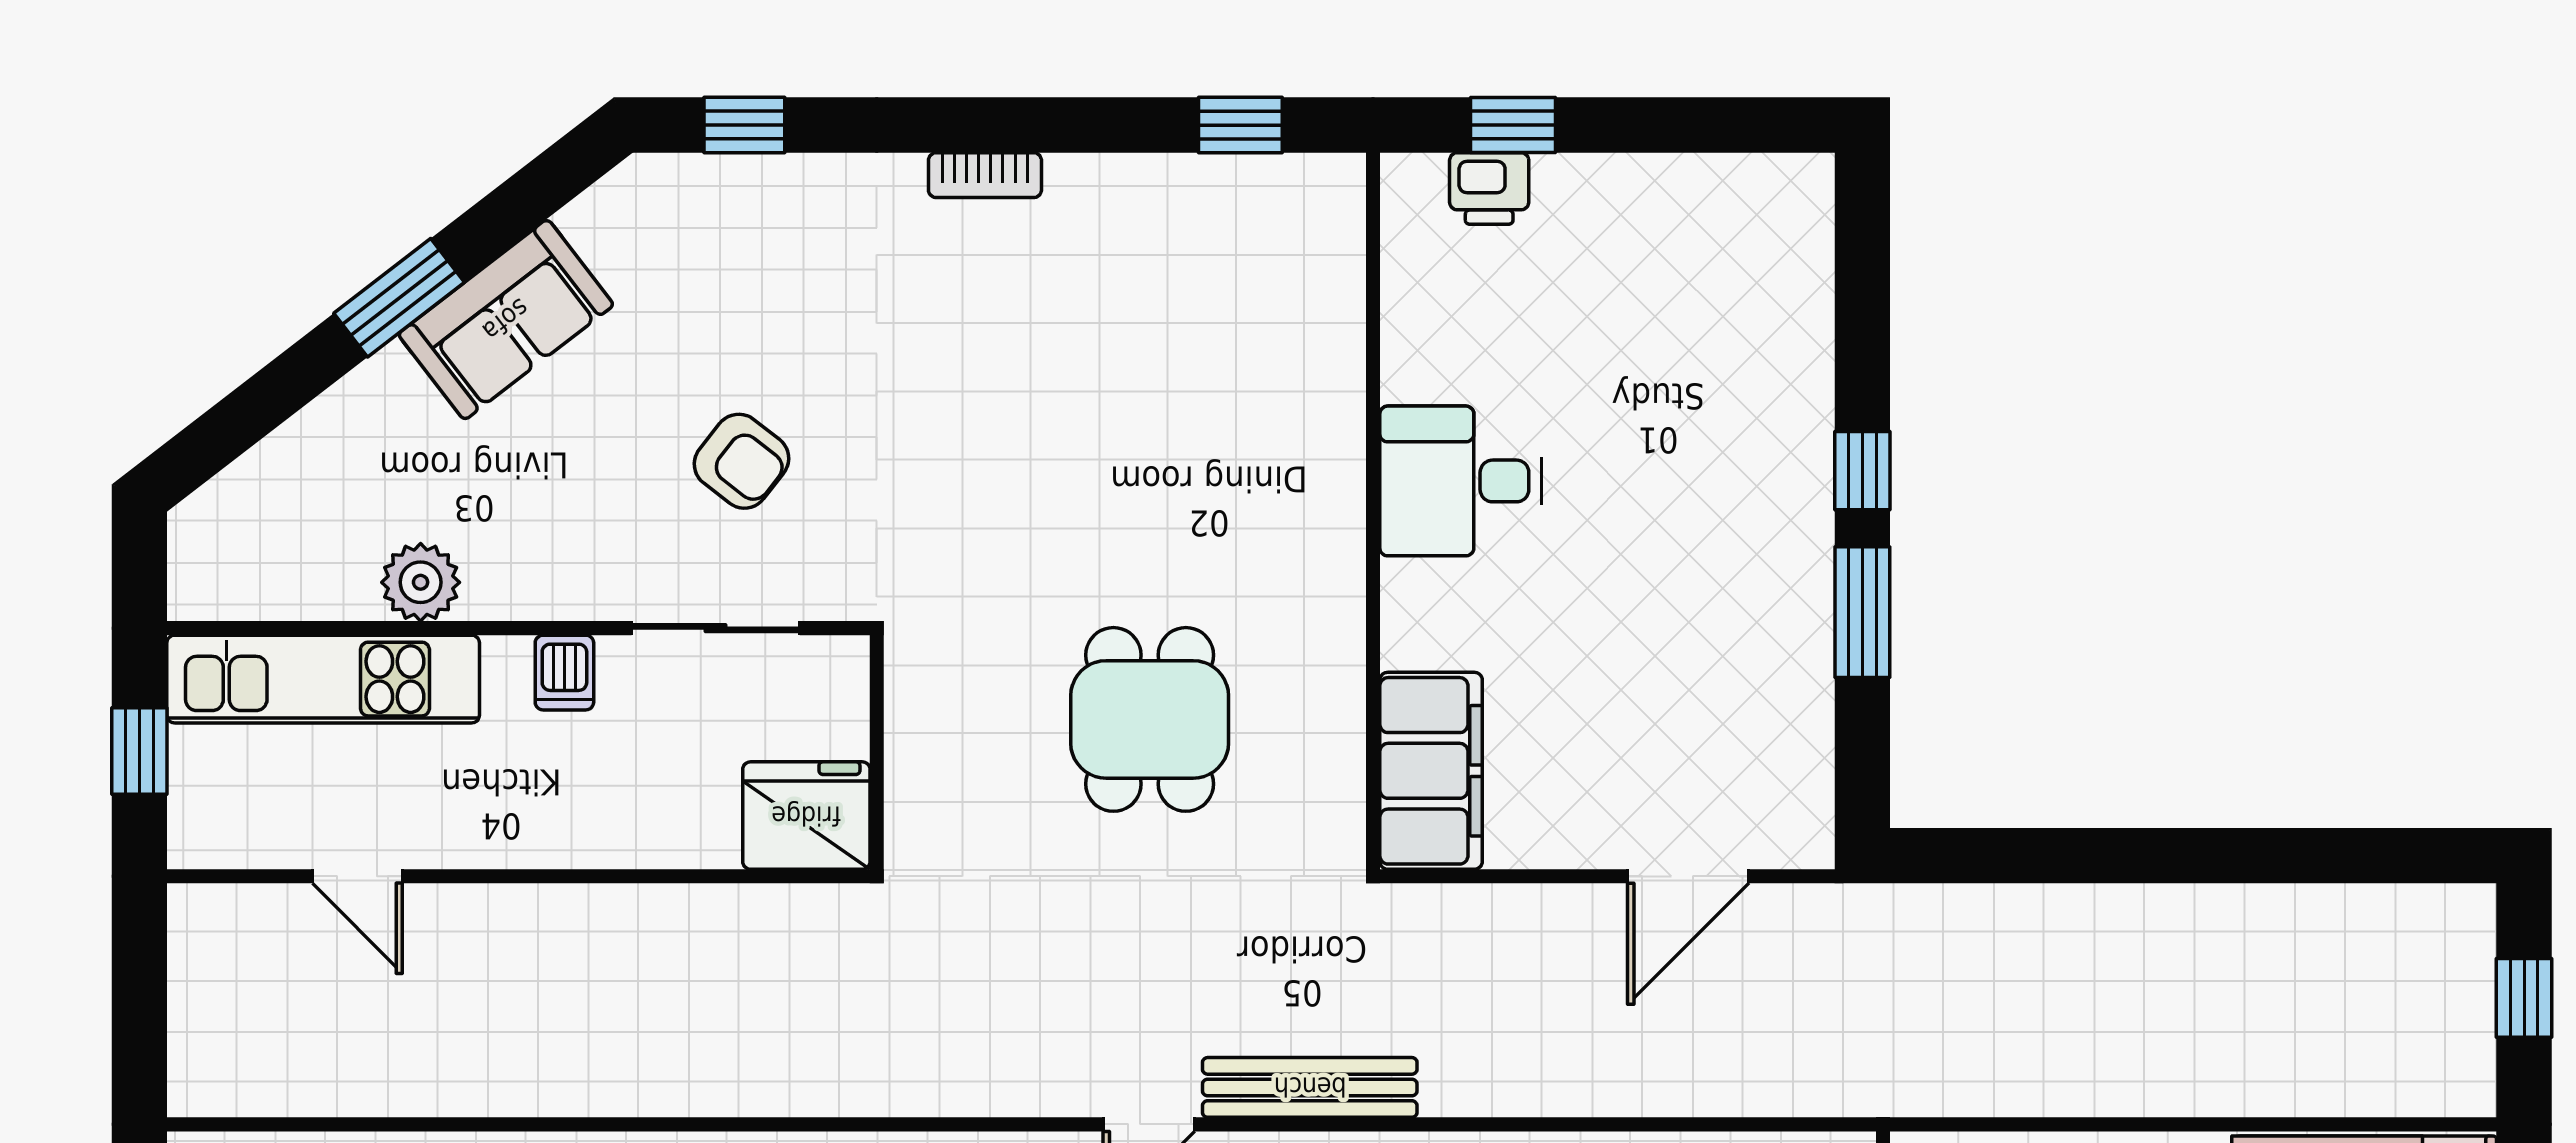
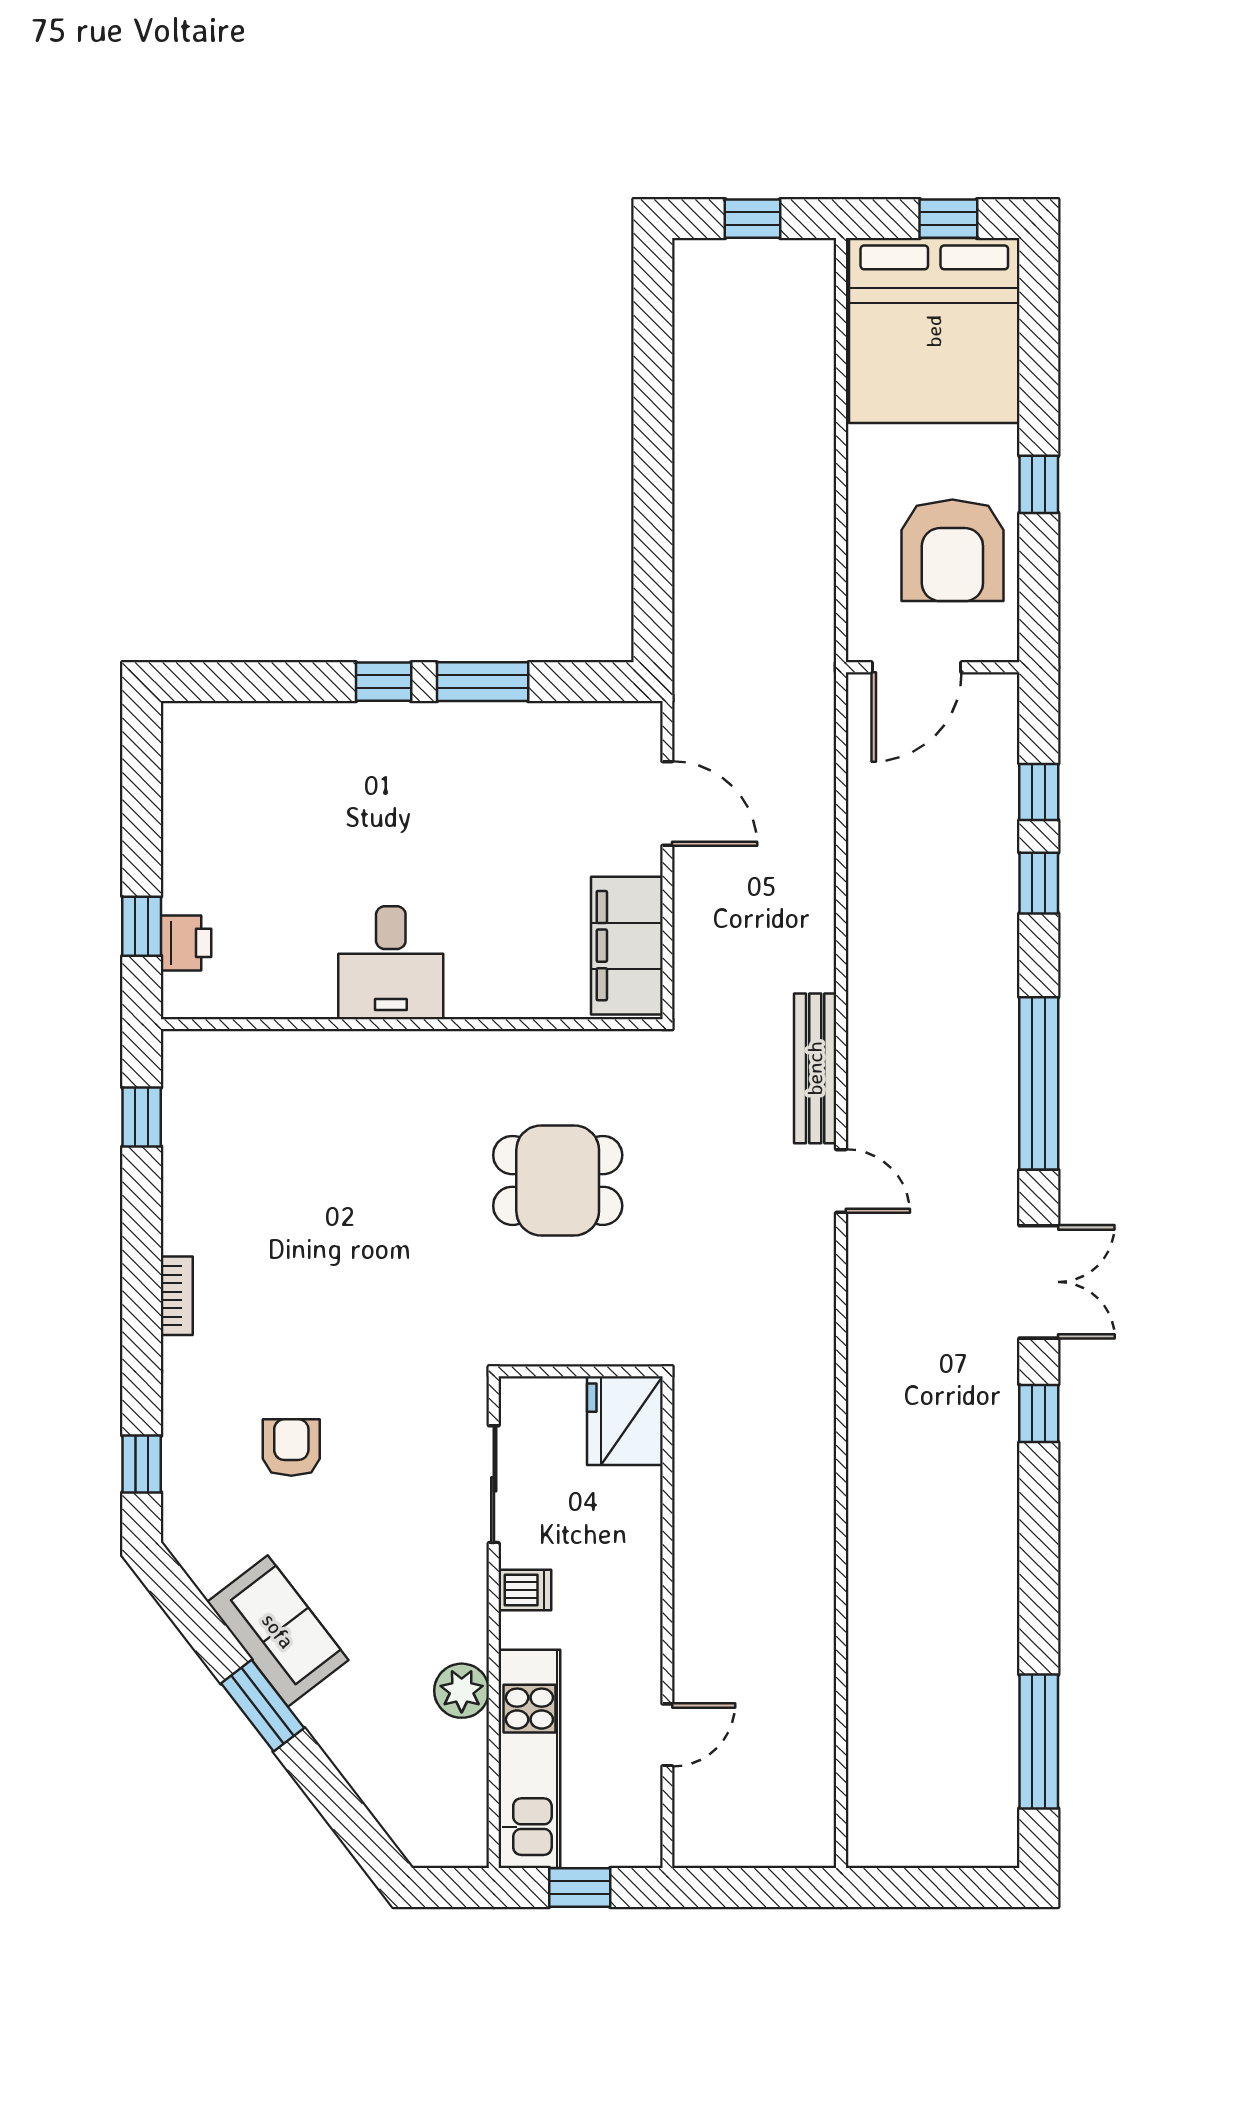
armchair: (742, 461) -> (291, 1448), moved, turned -38
filing cabinet: (1431, 771) -> (627, 946), moved, turned -90

